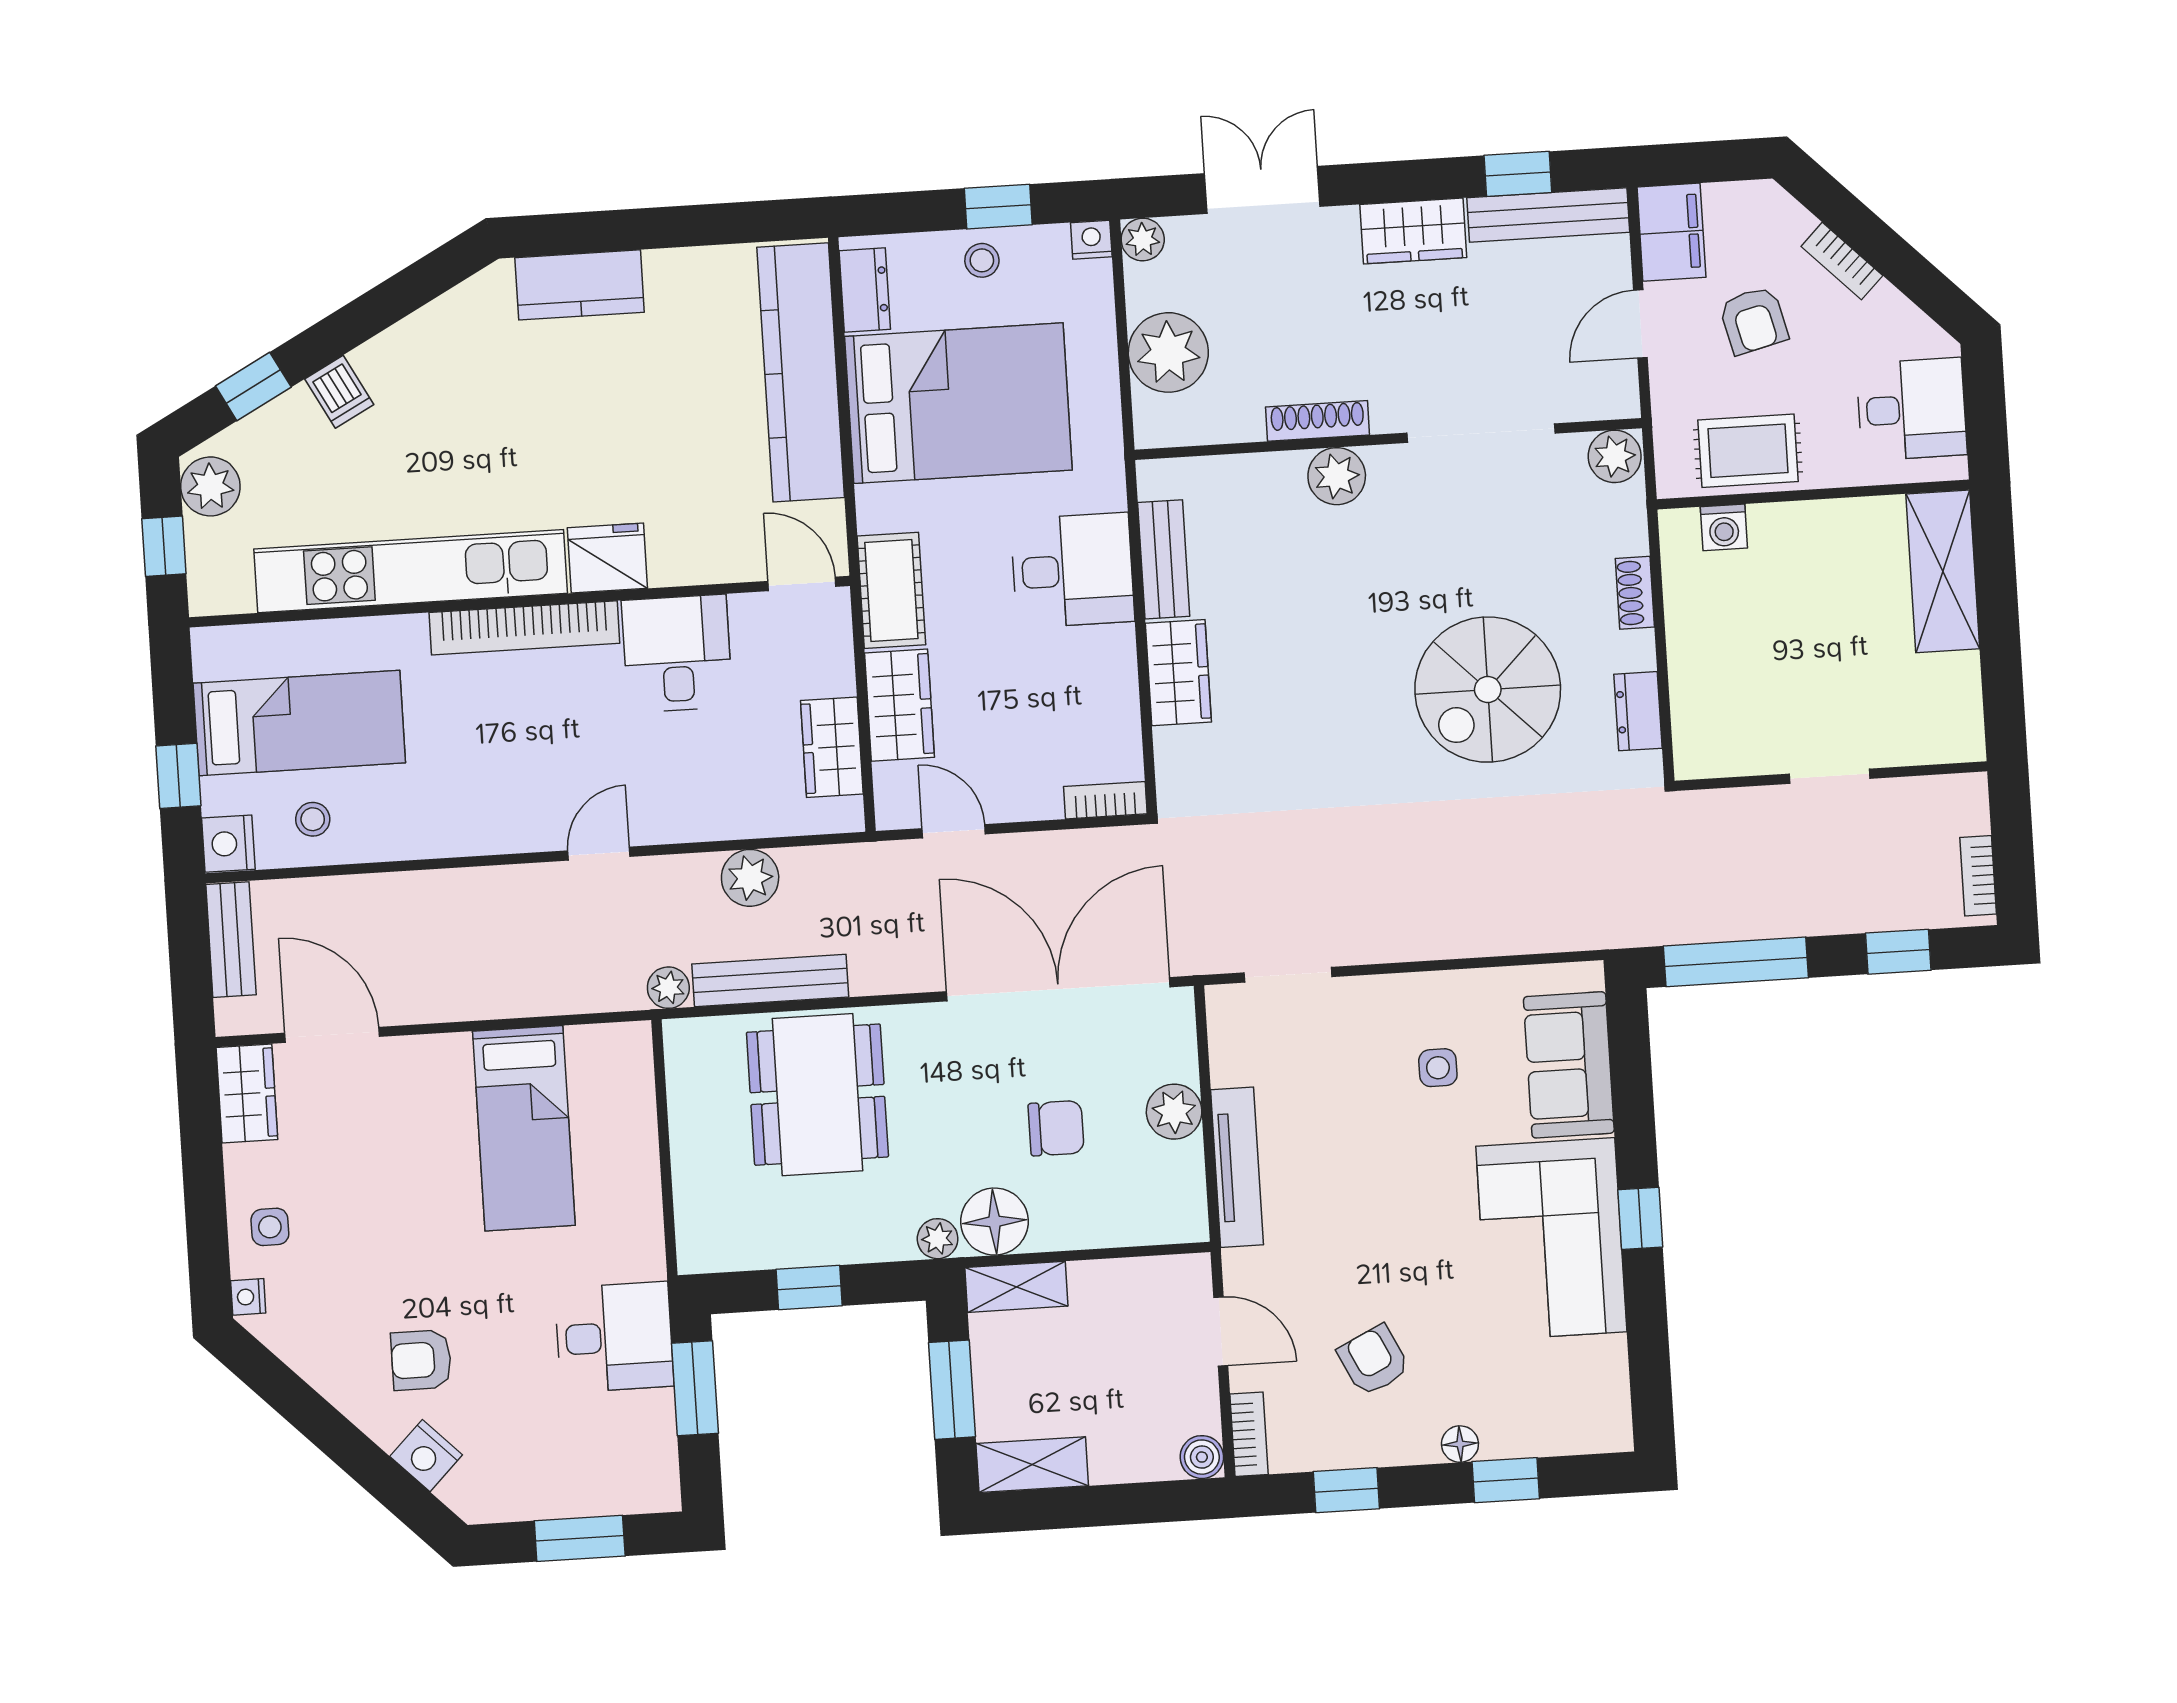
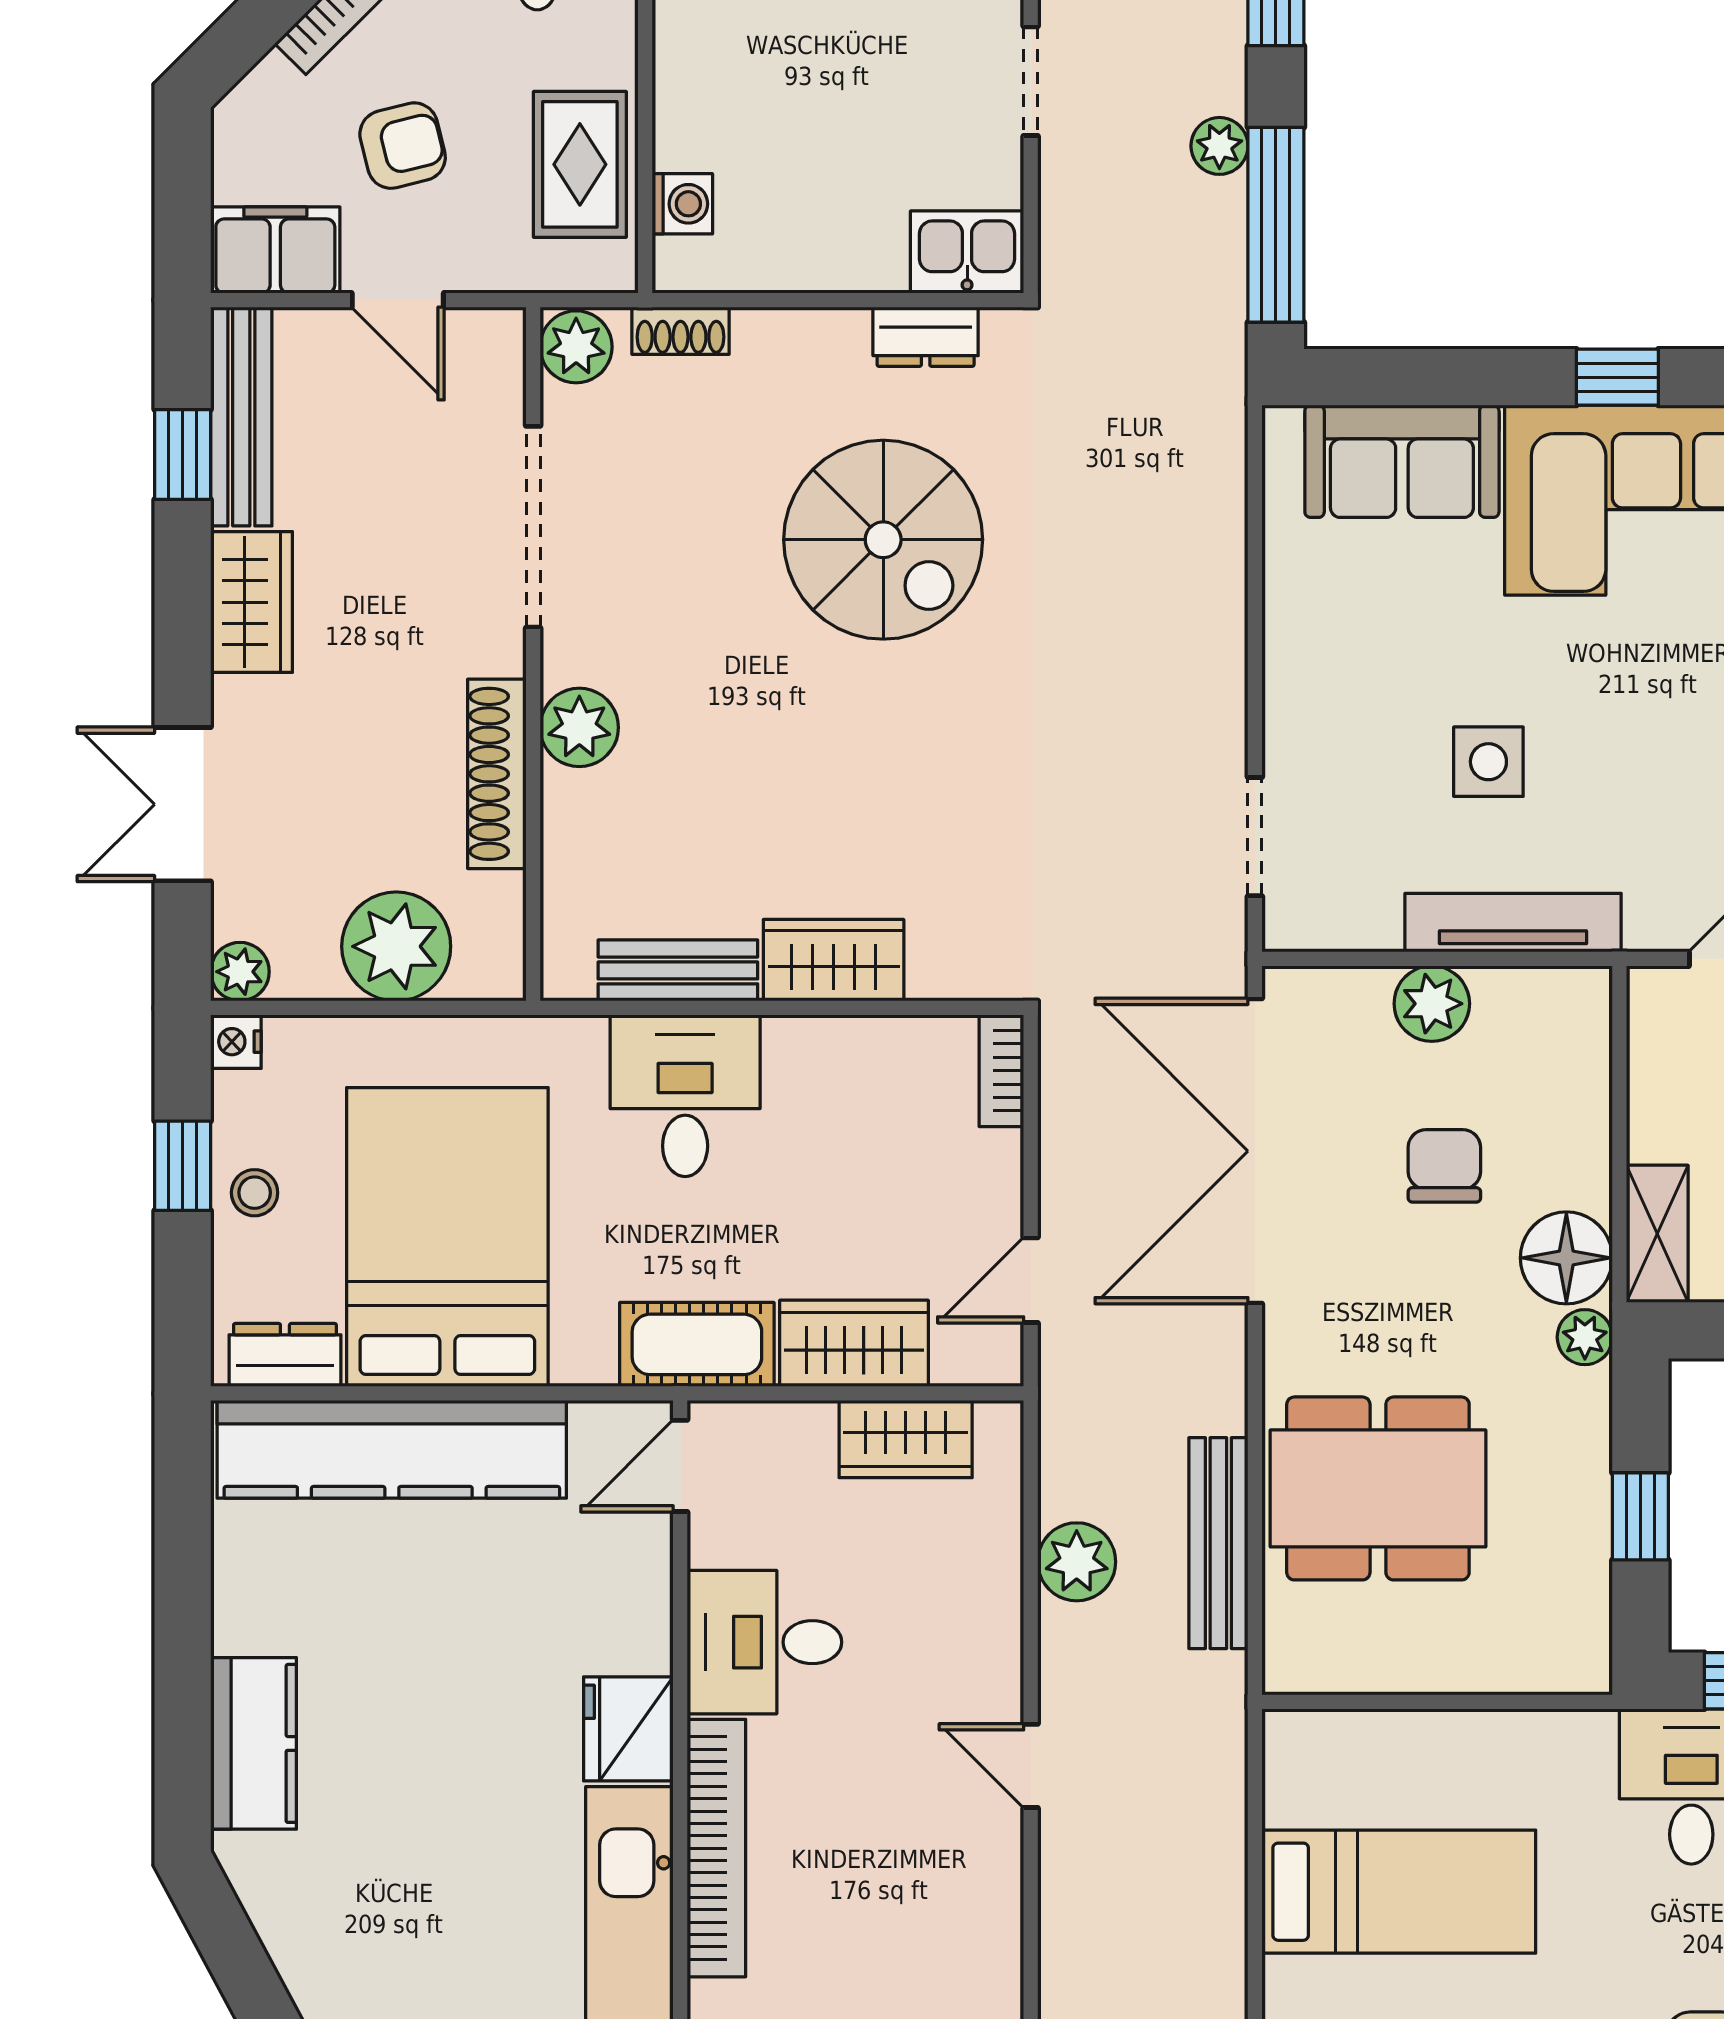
shoe rack: (1318, 421) -> (497, 774), width x1.36, depth x1.24
shoe rack: (1635, 593) -> (680, 331), moved
kitchen sink: (1702, 738) -> (967, 252), added
plant: (668, 988) -> (1219, 146), moved
side table: (1438, 1068) -> (1488, 762), moved, width x1.37, depth x1.37

